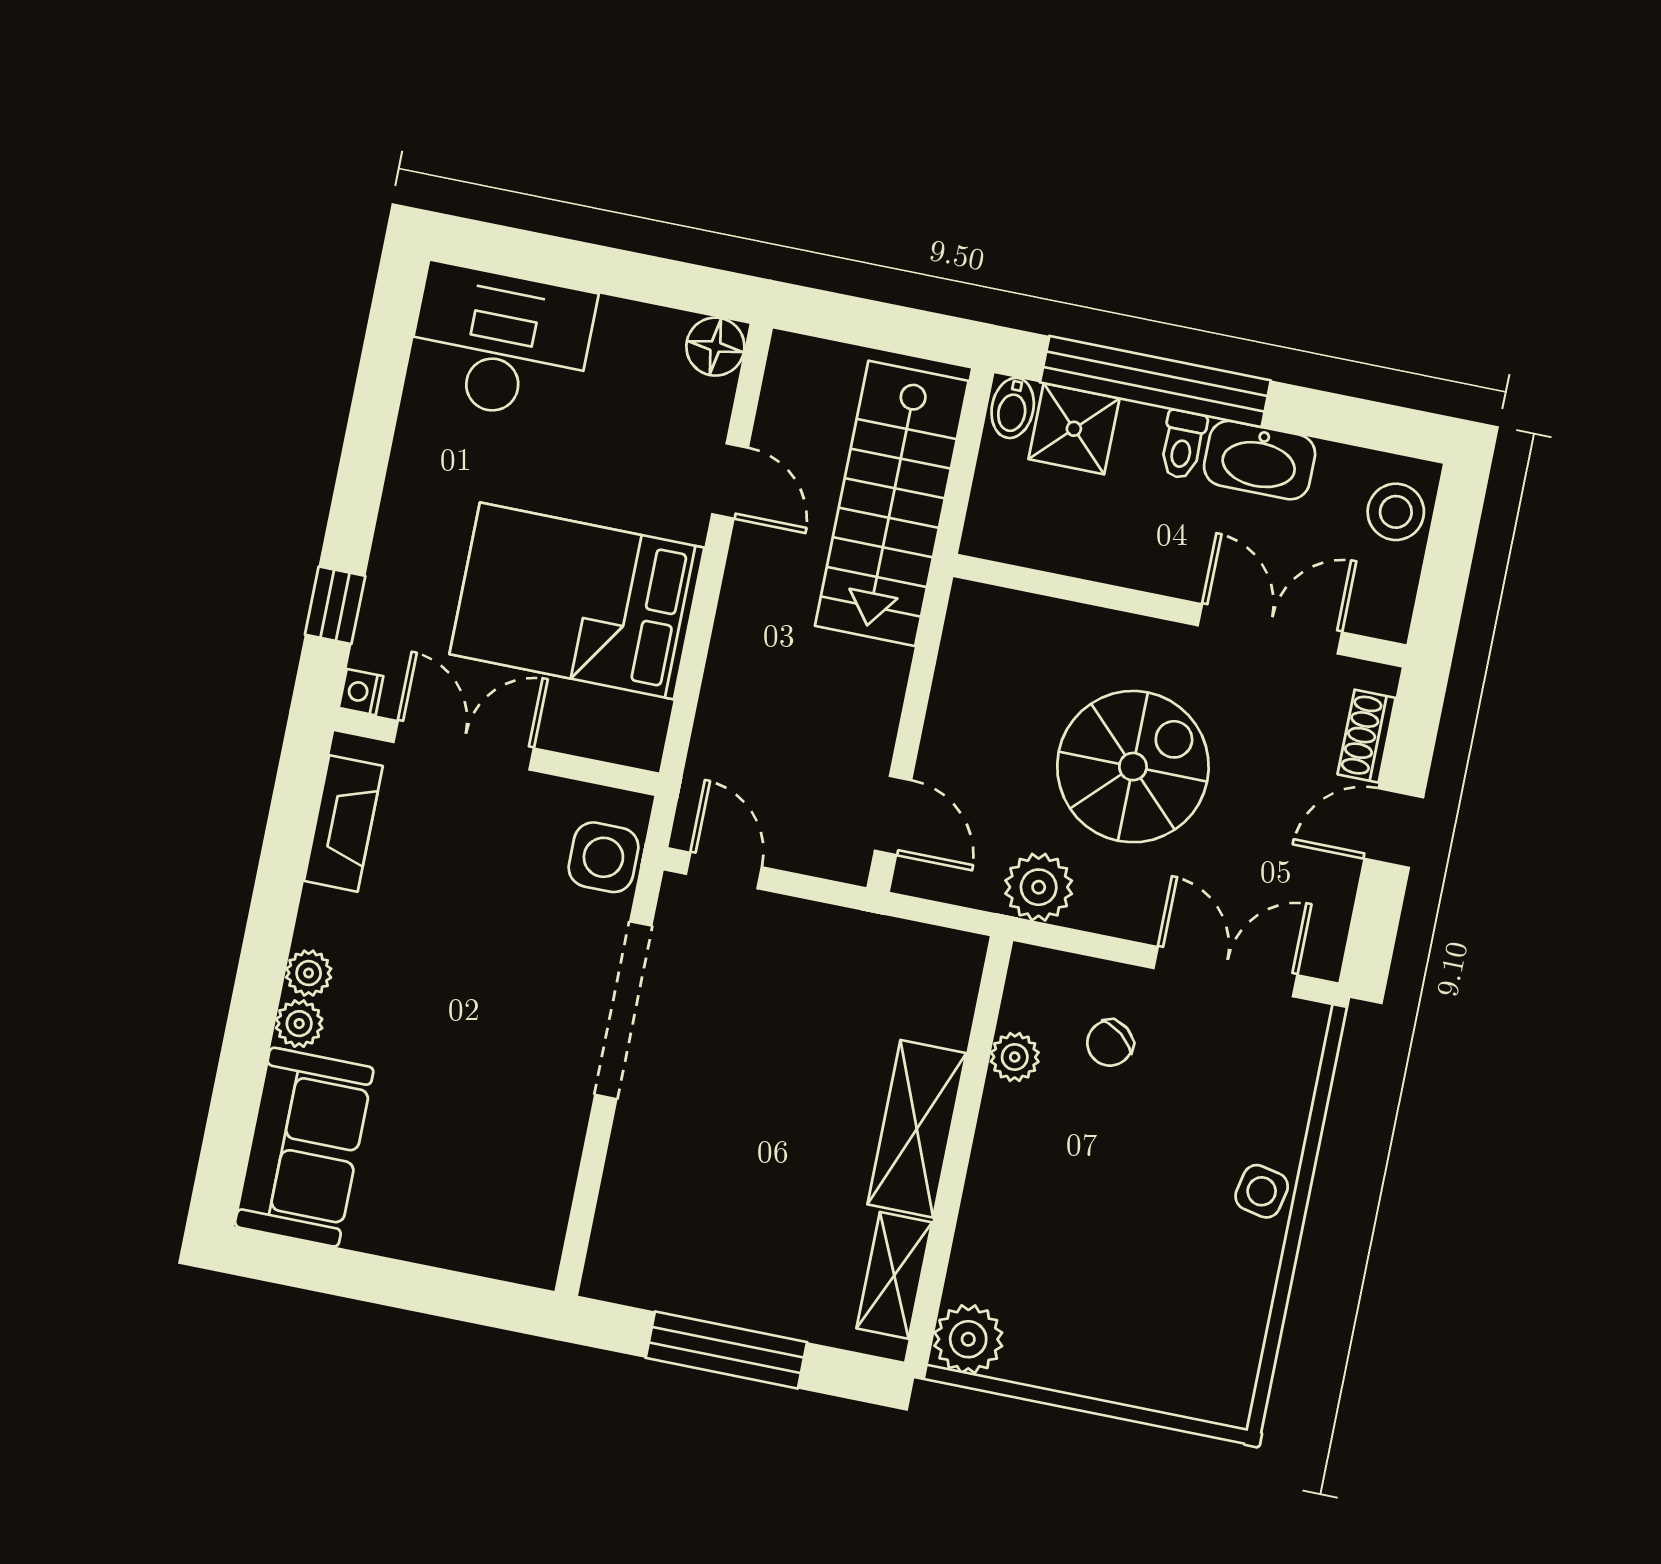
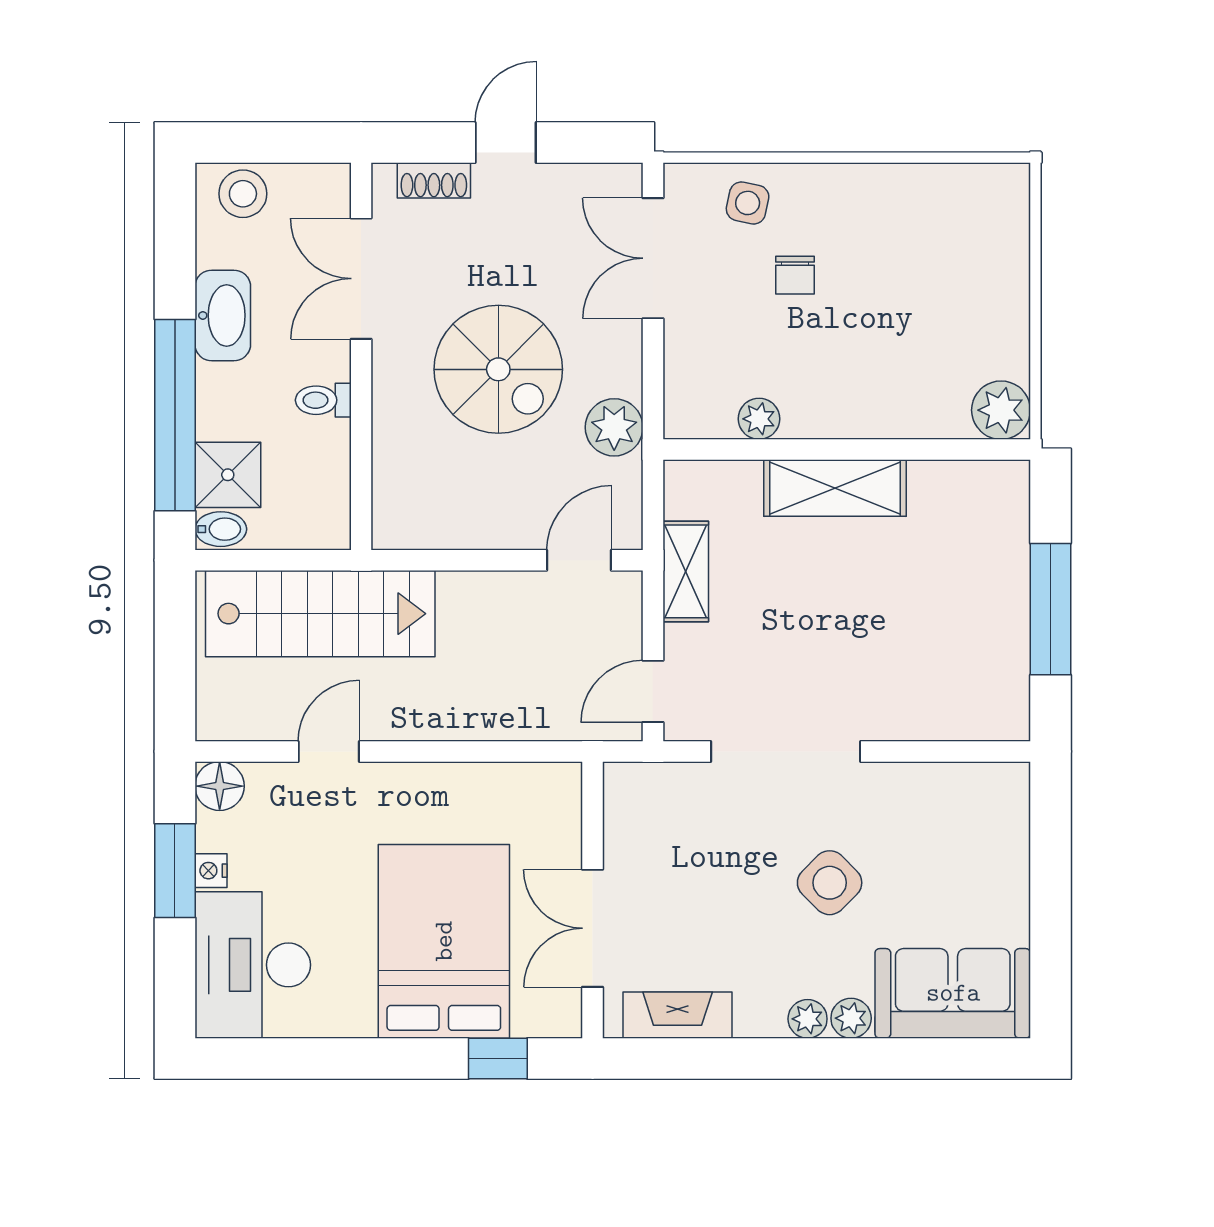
window: (628, 275) -> (175, 871), added
toilet: (1183, 445) -> (323, 400), moved, turned 180
bed: (577, 601) -> (444, 941), moved, turned 180
nightstand: (361, 692) -> (211, 871), moved, turned 90
spiral stairs: (1133, 767) -> (498, 369), turned 180
door: (1394, 828) -> (506, 143), swing flipped
side table: (603, 857) -> (830, 883), moved, turned 45
chair: (1110, 1043) -> (795, 275), moved, turned 52
side table: (1262, 1191) -> (748, 203), moved
shelving: (894, 1275) -> (686, 571), moved, turned 90

